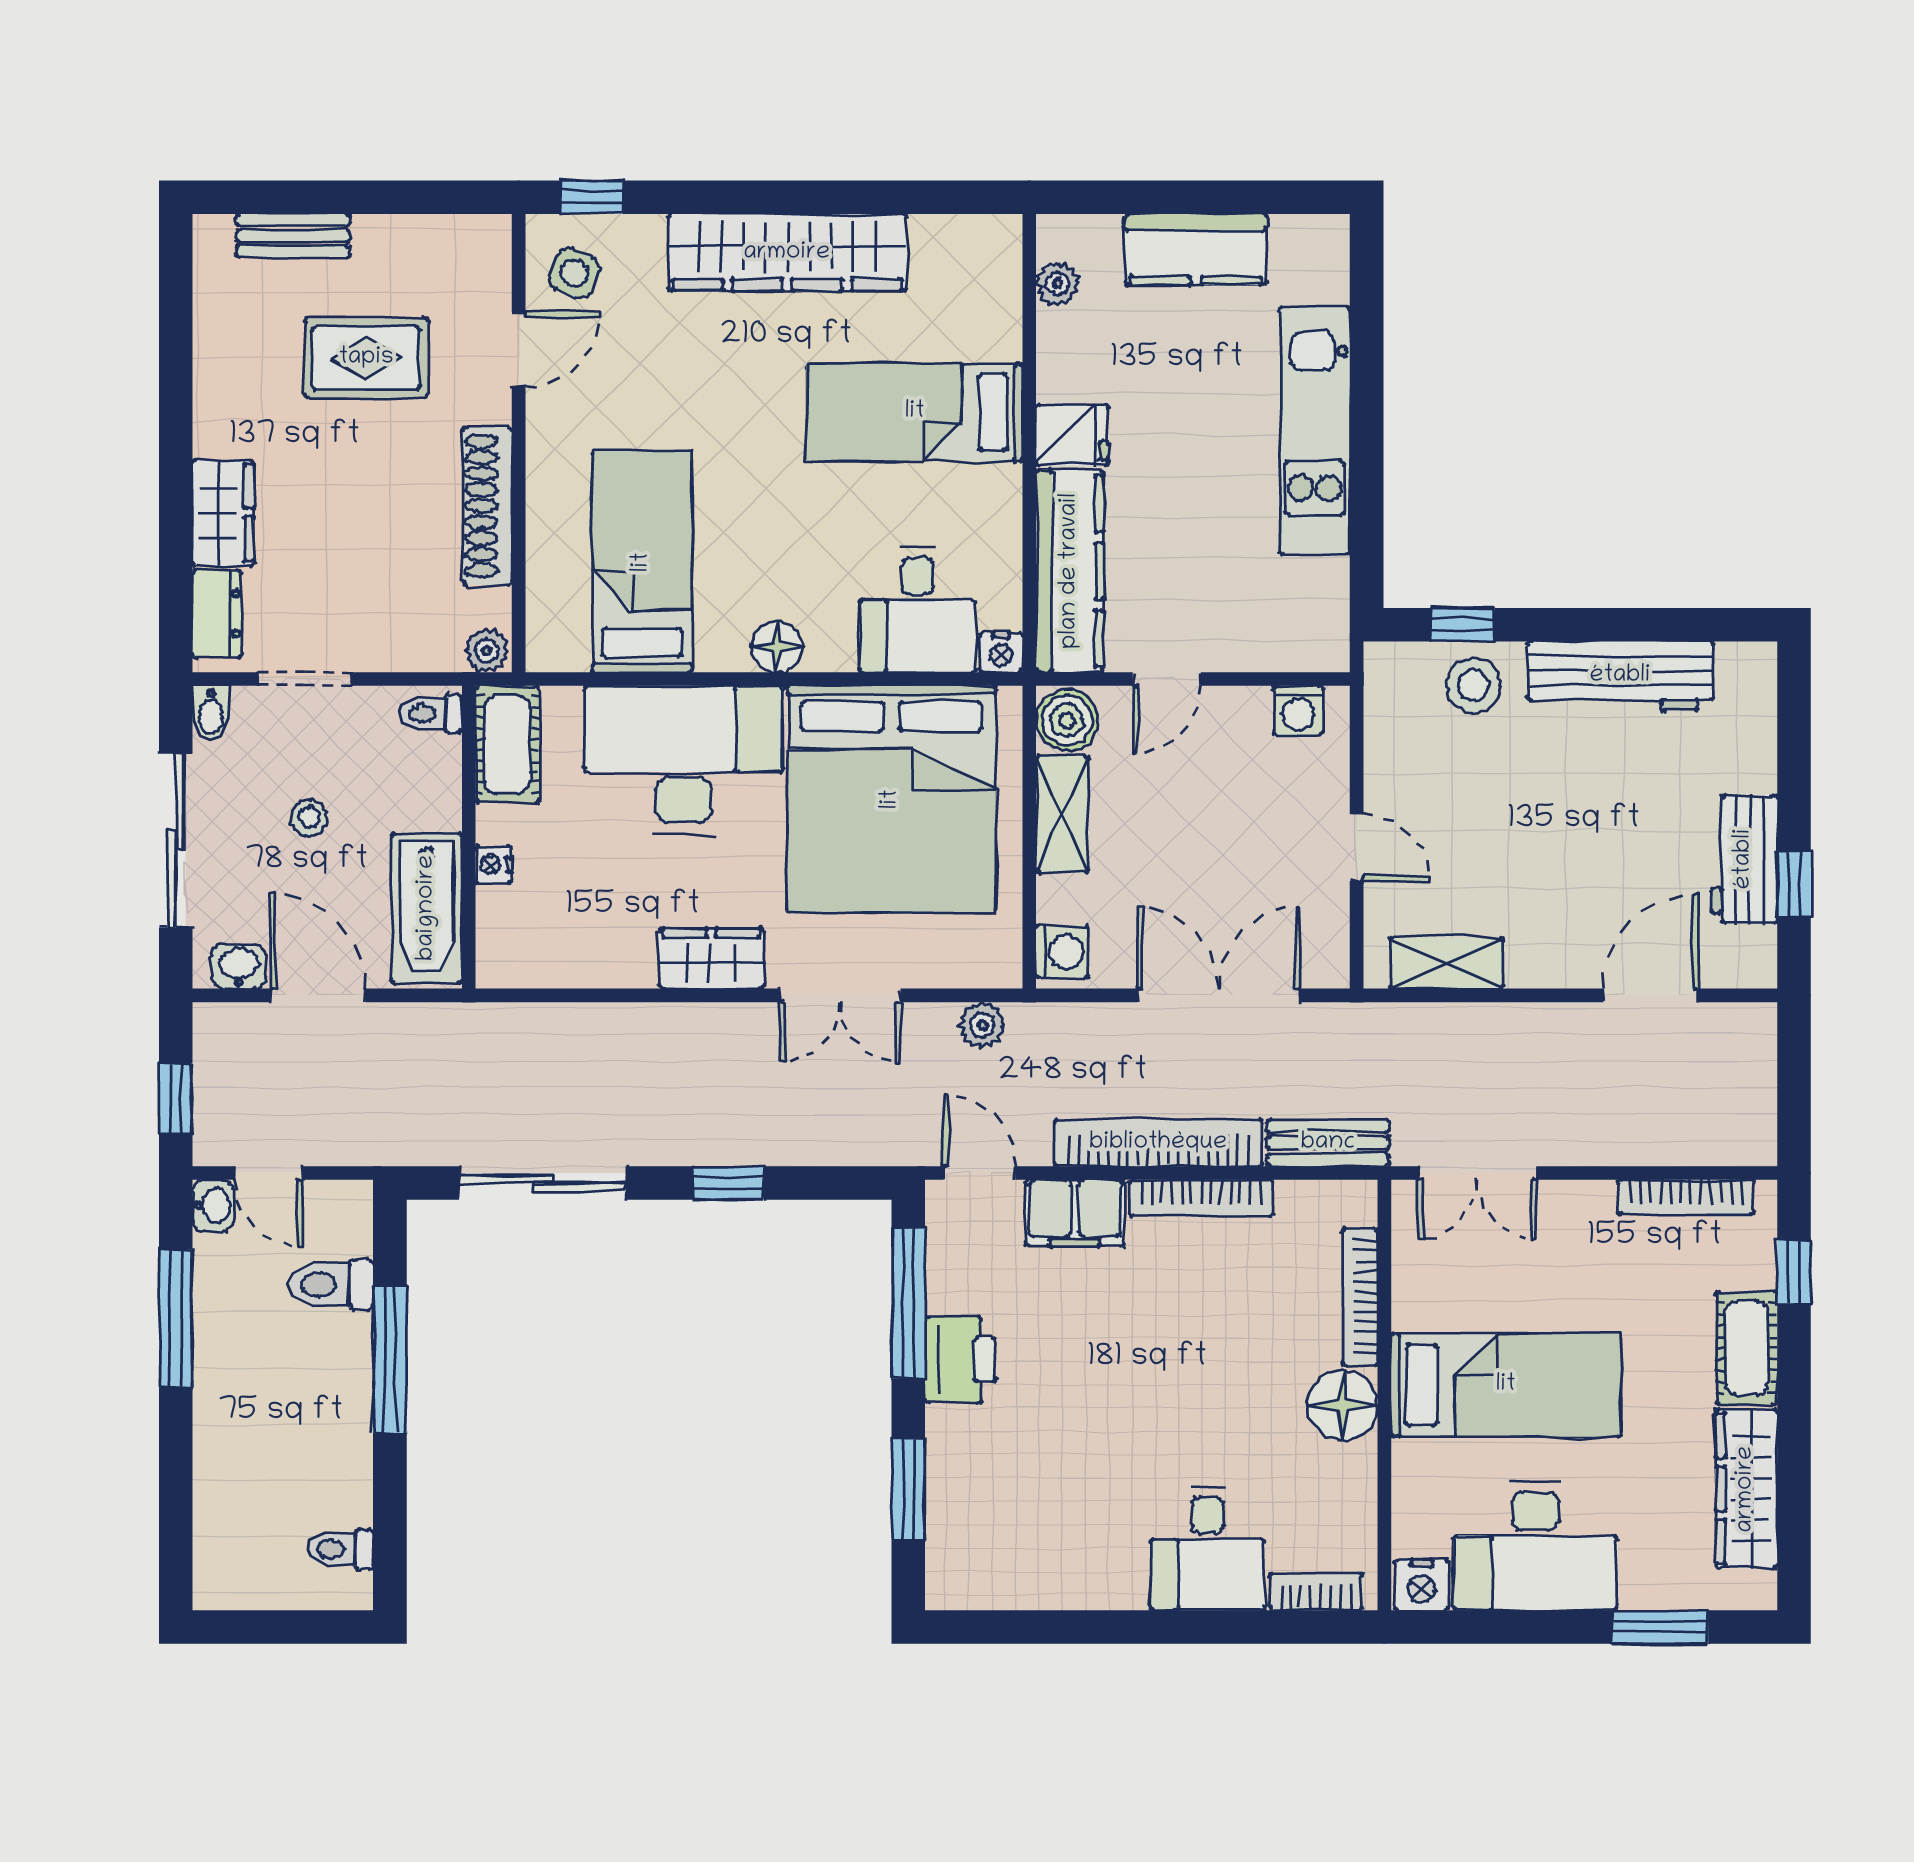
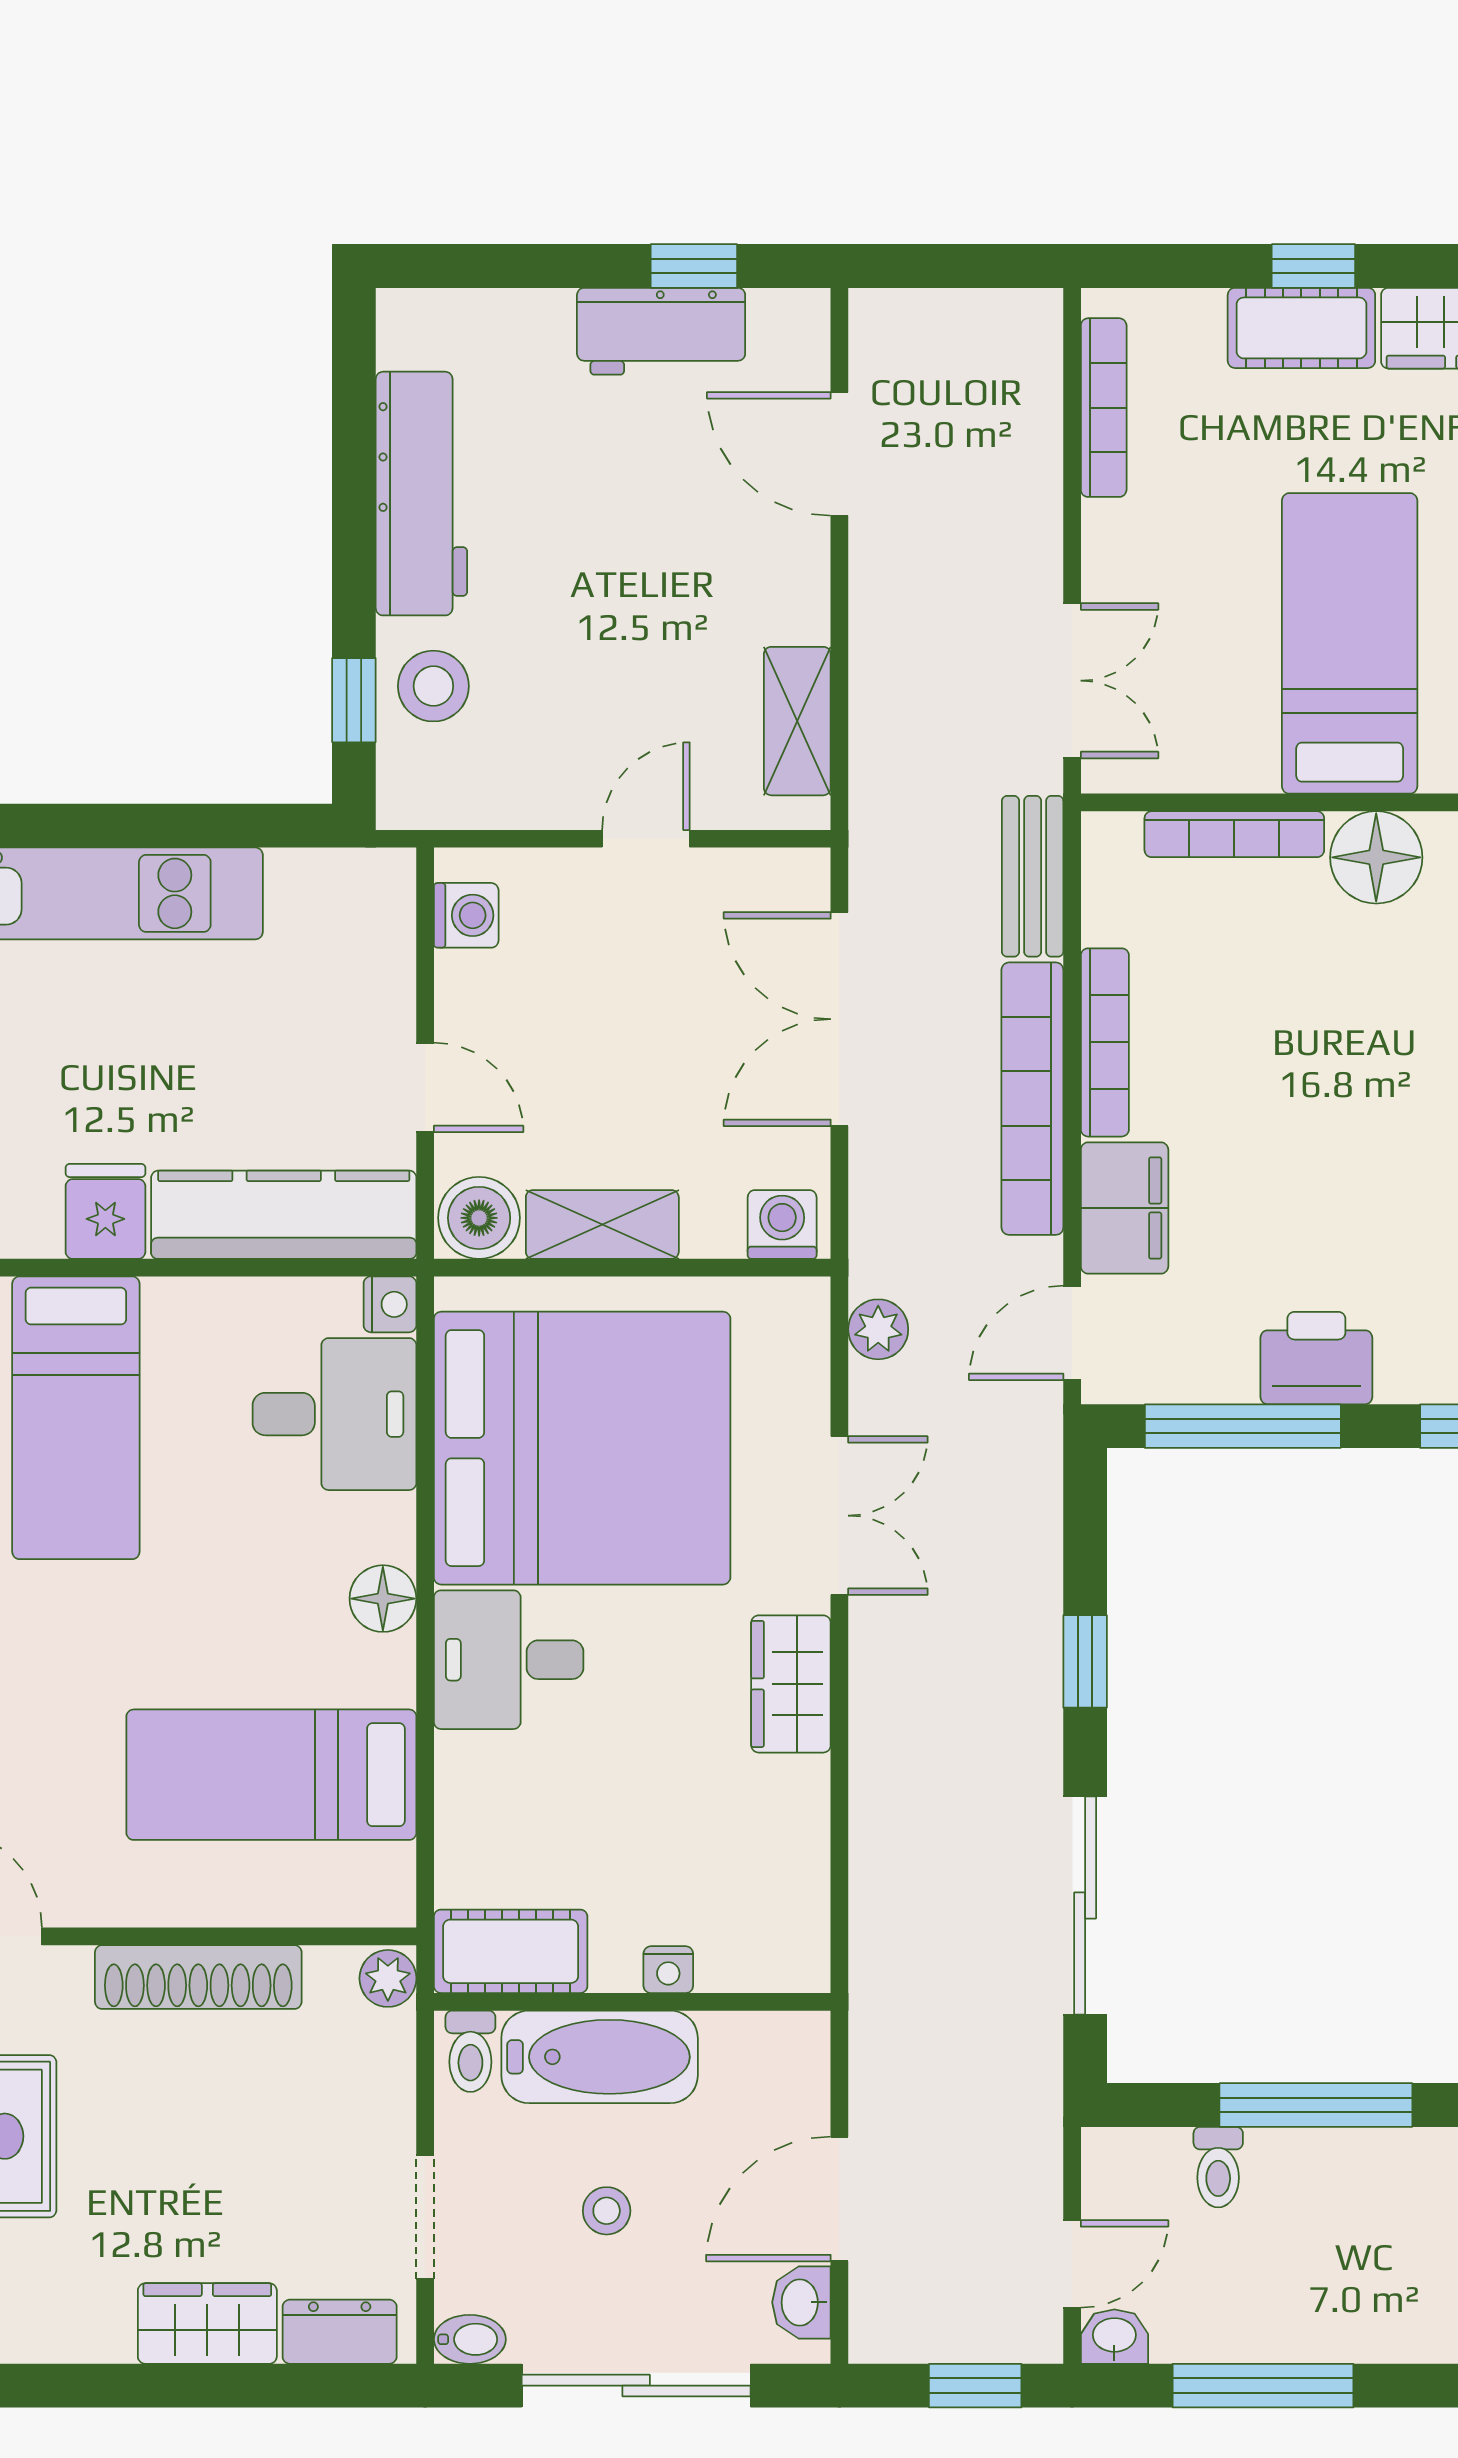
desk: (684, 760) -> (509, 1660), width x0.53, depth x0.77
bathtub: (427, 908) -> (600, 2057), moved
window: (1794, 1272) -> (1313, 266), moved
toilet: (331, 1285) -> (1218, 2167), width x0.73, depth x0.72

